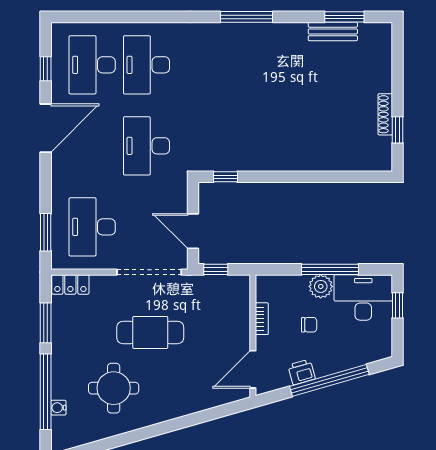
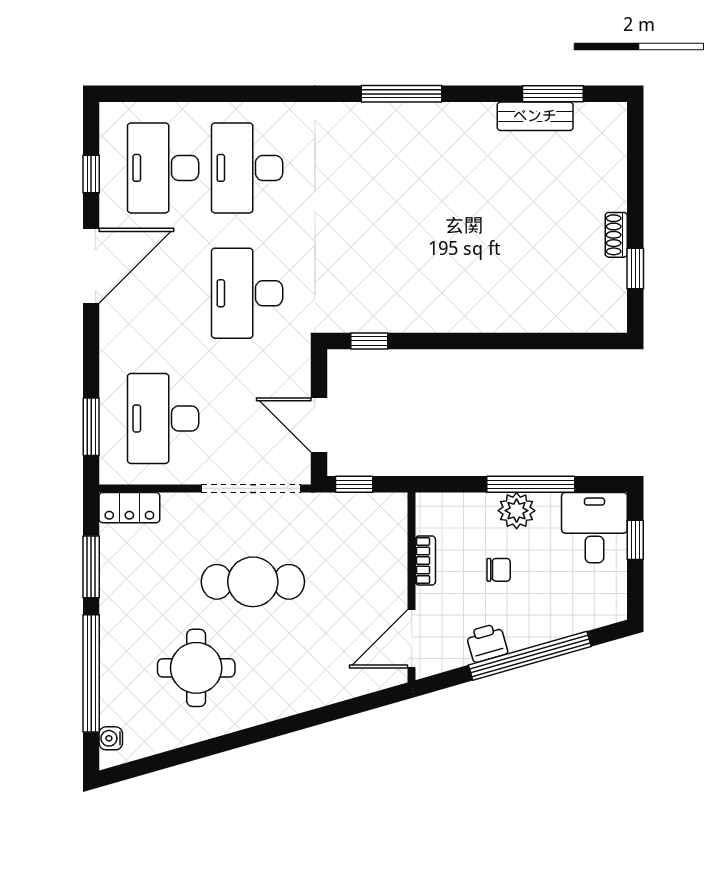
shoe rack: (385, 114) -> (616, 235), width x0.70
desk: (363, 297) -> (594, 528), width x0.73
water cooler: (58, 408) -> (111, 738), moved

